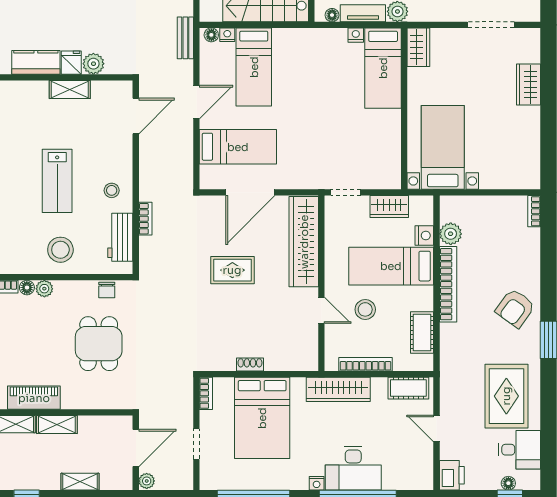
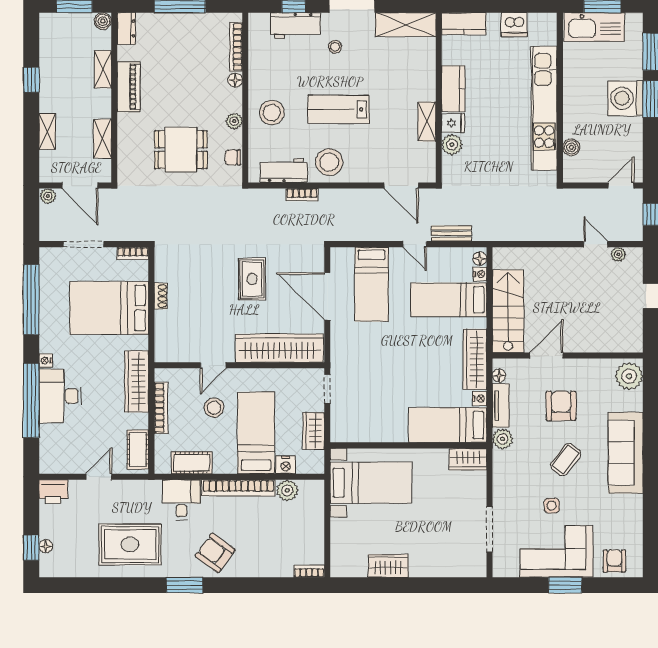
bench: (185, 38) -> (451, 233), moved
wardrobe: (315, 40) -> (475, 359), added
wardrobe: (529, 84) -> (388, 566), moved
door: (196, 102) -> (415, 244), width x0.73
stool: (112, 190) -> (329, 162), width x1.89, depth x1.89
plant: (44, 289) -> (234, 121), moved
shelving: (57, 425) -> (103, 139), moved
doorway: (196, 444) -> (84, 244), width x1.38
desk: (520, 450) -> (181, 500), moved, turned 180

